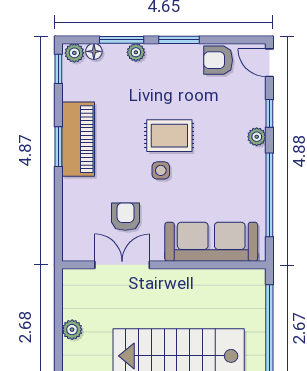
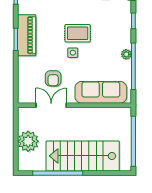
plant: (257, 137) -> (126, 54), moved
armchair: (126, 217) -> (53, 78), turned 180
plant: (72, 330) -> (28, 141), width x1.87, depth x1.87

